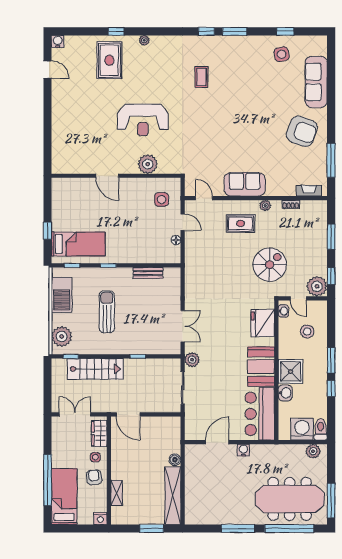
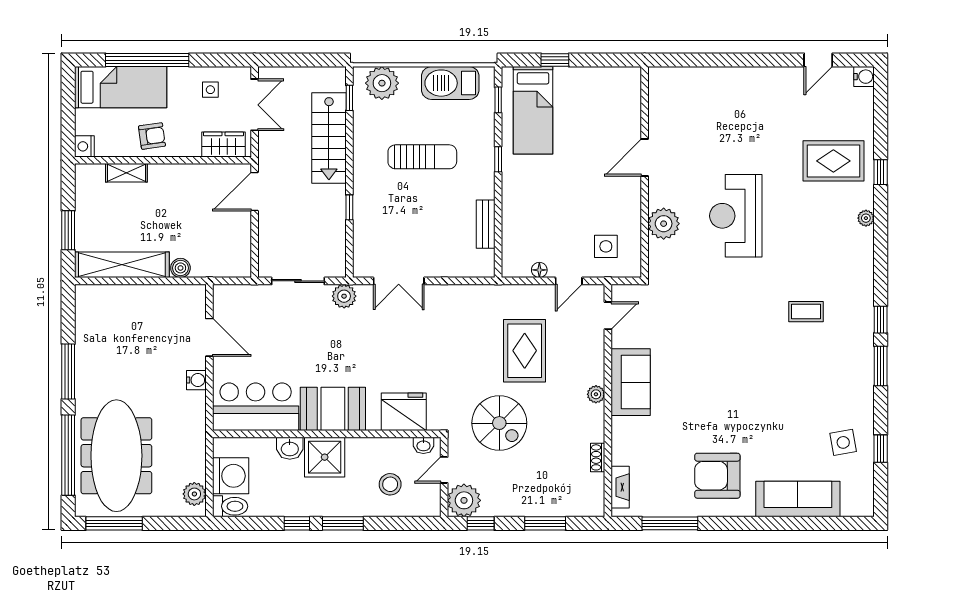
armchair: (302, 131) -> (717, 476), turned 70
plant: (265, 206) -> (596, 394), moved
rug: (241, 223) -> (525, 351), moved, width x1.36, depth x1.43
side table: (95, 457) -> (210, 90), moved

